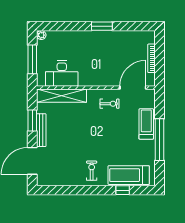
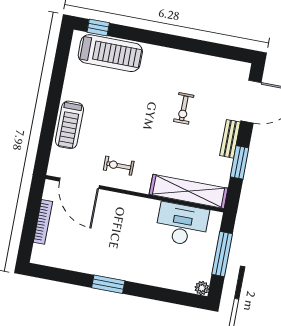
door: (133, 88) -> (79, 183), hinge flipped
bench: (41, 130) -> (230, 139), width x0.73
window: (160, 140) -> (54, 98), removed
exercise bike: (92, 171) -> (184, 108), moved
window: (123, 190) -> (98, 27), moved

